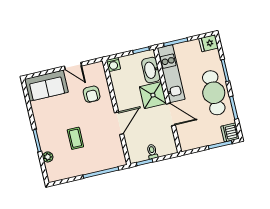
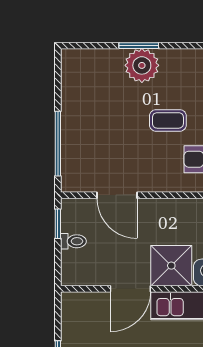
door: (119, 123) -> (117, 195), moved
coffee table: (75, 138) -> (168, 120), moved
plant: (48, 157) -> (142, 65), moved, width x1.88, depth x1.88

